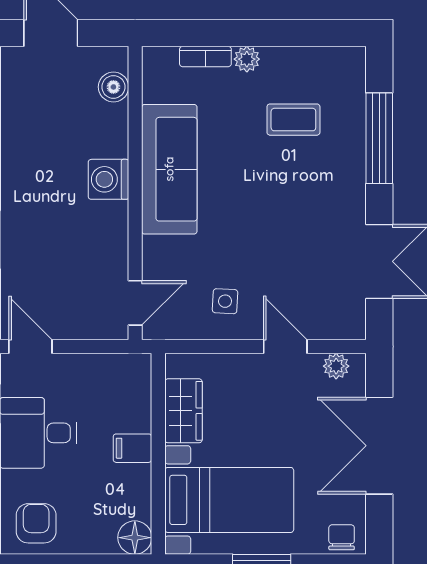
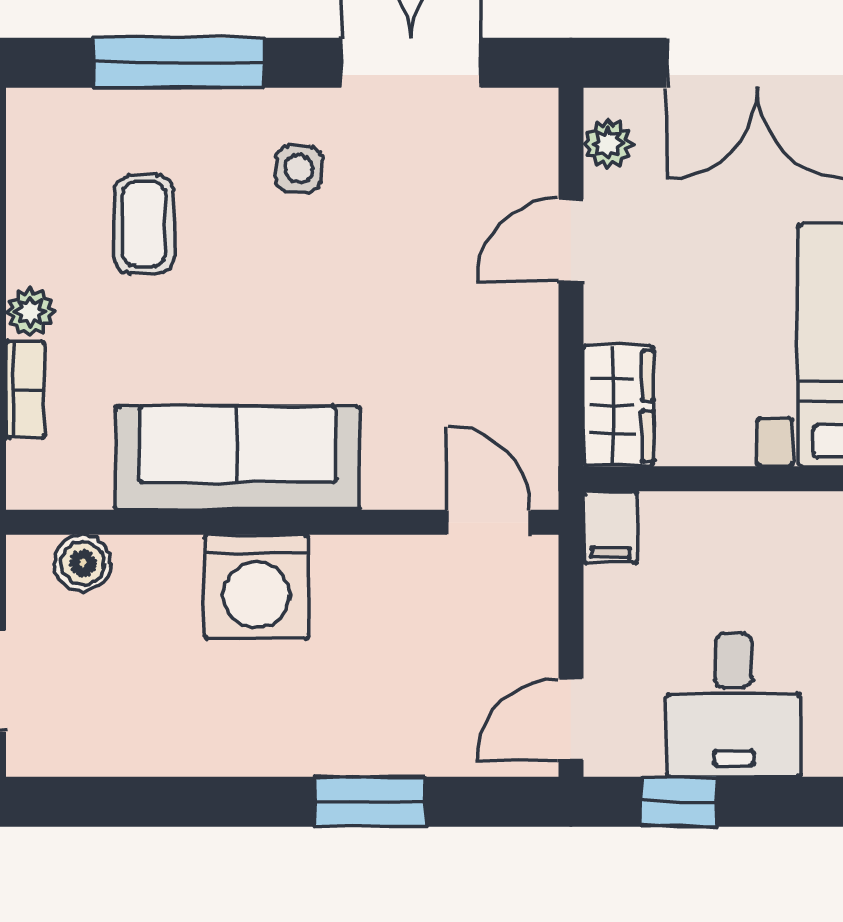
washing machine: (108, 179) -> (256, 587), width x1.37, depth x1.37
side table: (225, 301) -> (299, 169), moved
wardrobe: (183, 411) -> (618, 406), moved, turned 90
filing cabinet: (132, 448) -> (610, 527), moved

